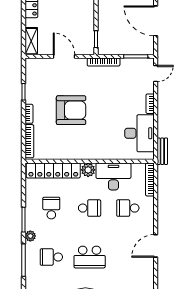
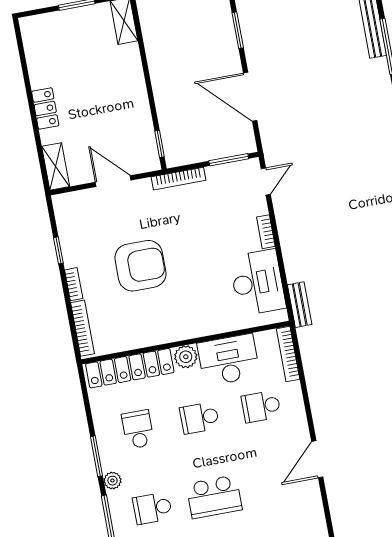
school desk: (90, 208) -> (199, 418), turned 180

